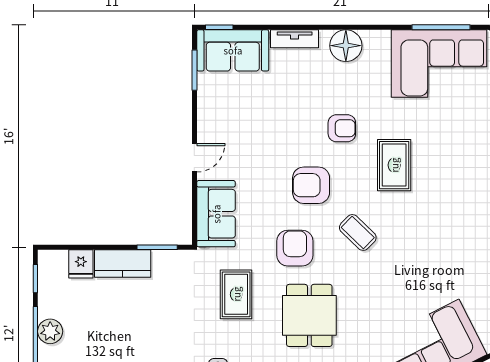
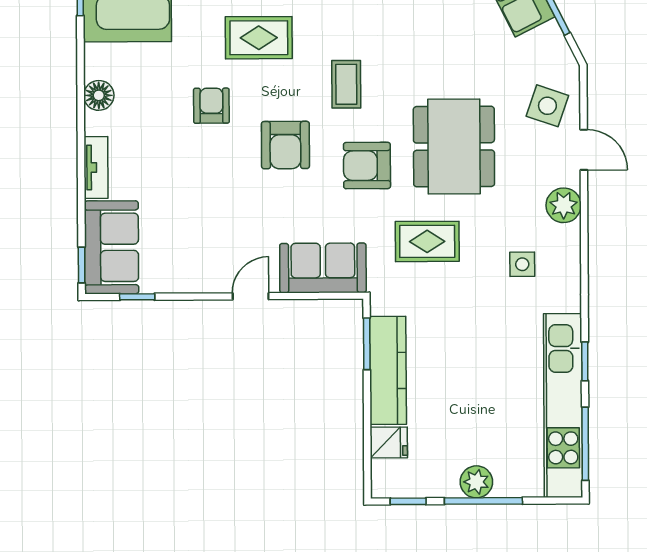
floor lamp: (346, 46) -> (99, 95), width x0.73, depth x0.73
window: (194, 70) -> (137, 297), width x0.67
door: (194, 158) -> (251, 296), hinge flipped
coffee table: (358, 232) -> (346, 84), turned -44
kitchen counter: (123, 263) -> (388, 370), width x1.50
dining table: (309, 315) -> (454, 146), width x1.38

